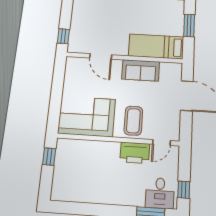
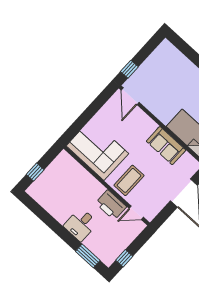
door: (101, 56) -> (130, 96), moved
window: (49, 157) -> (35, 172), moved
desk: (160, 193) -> (81, 224), moved

